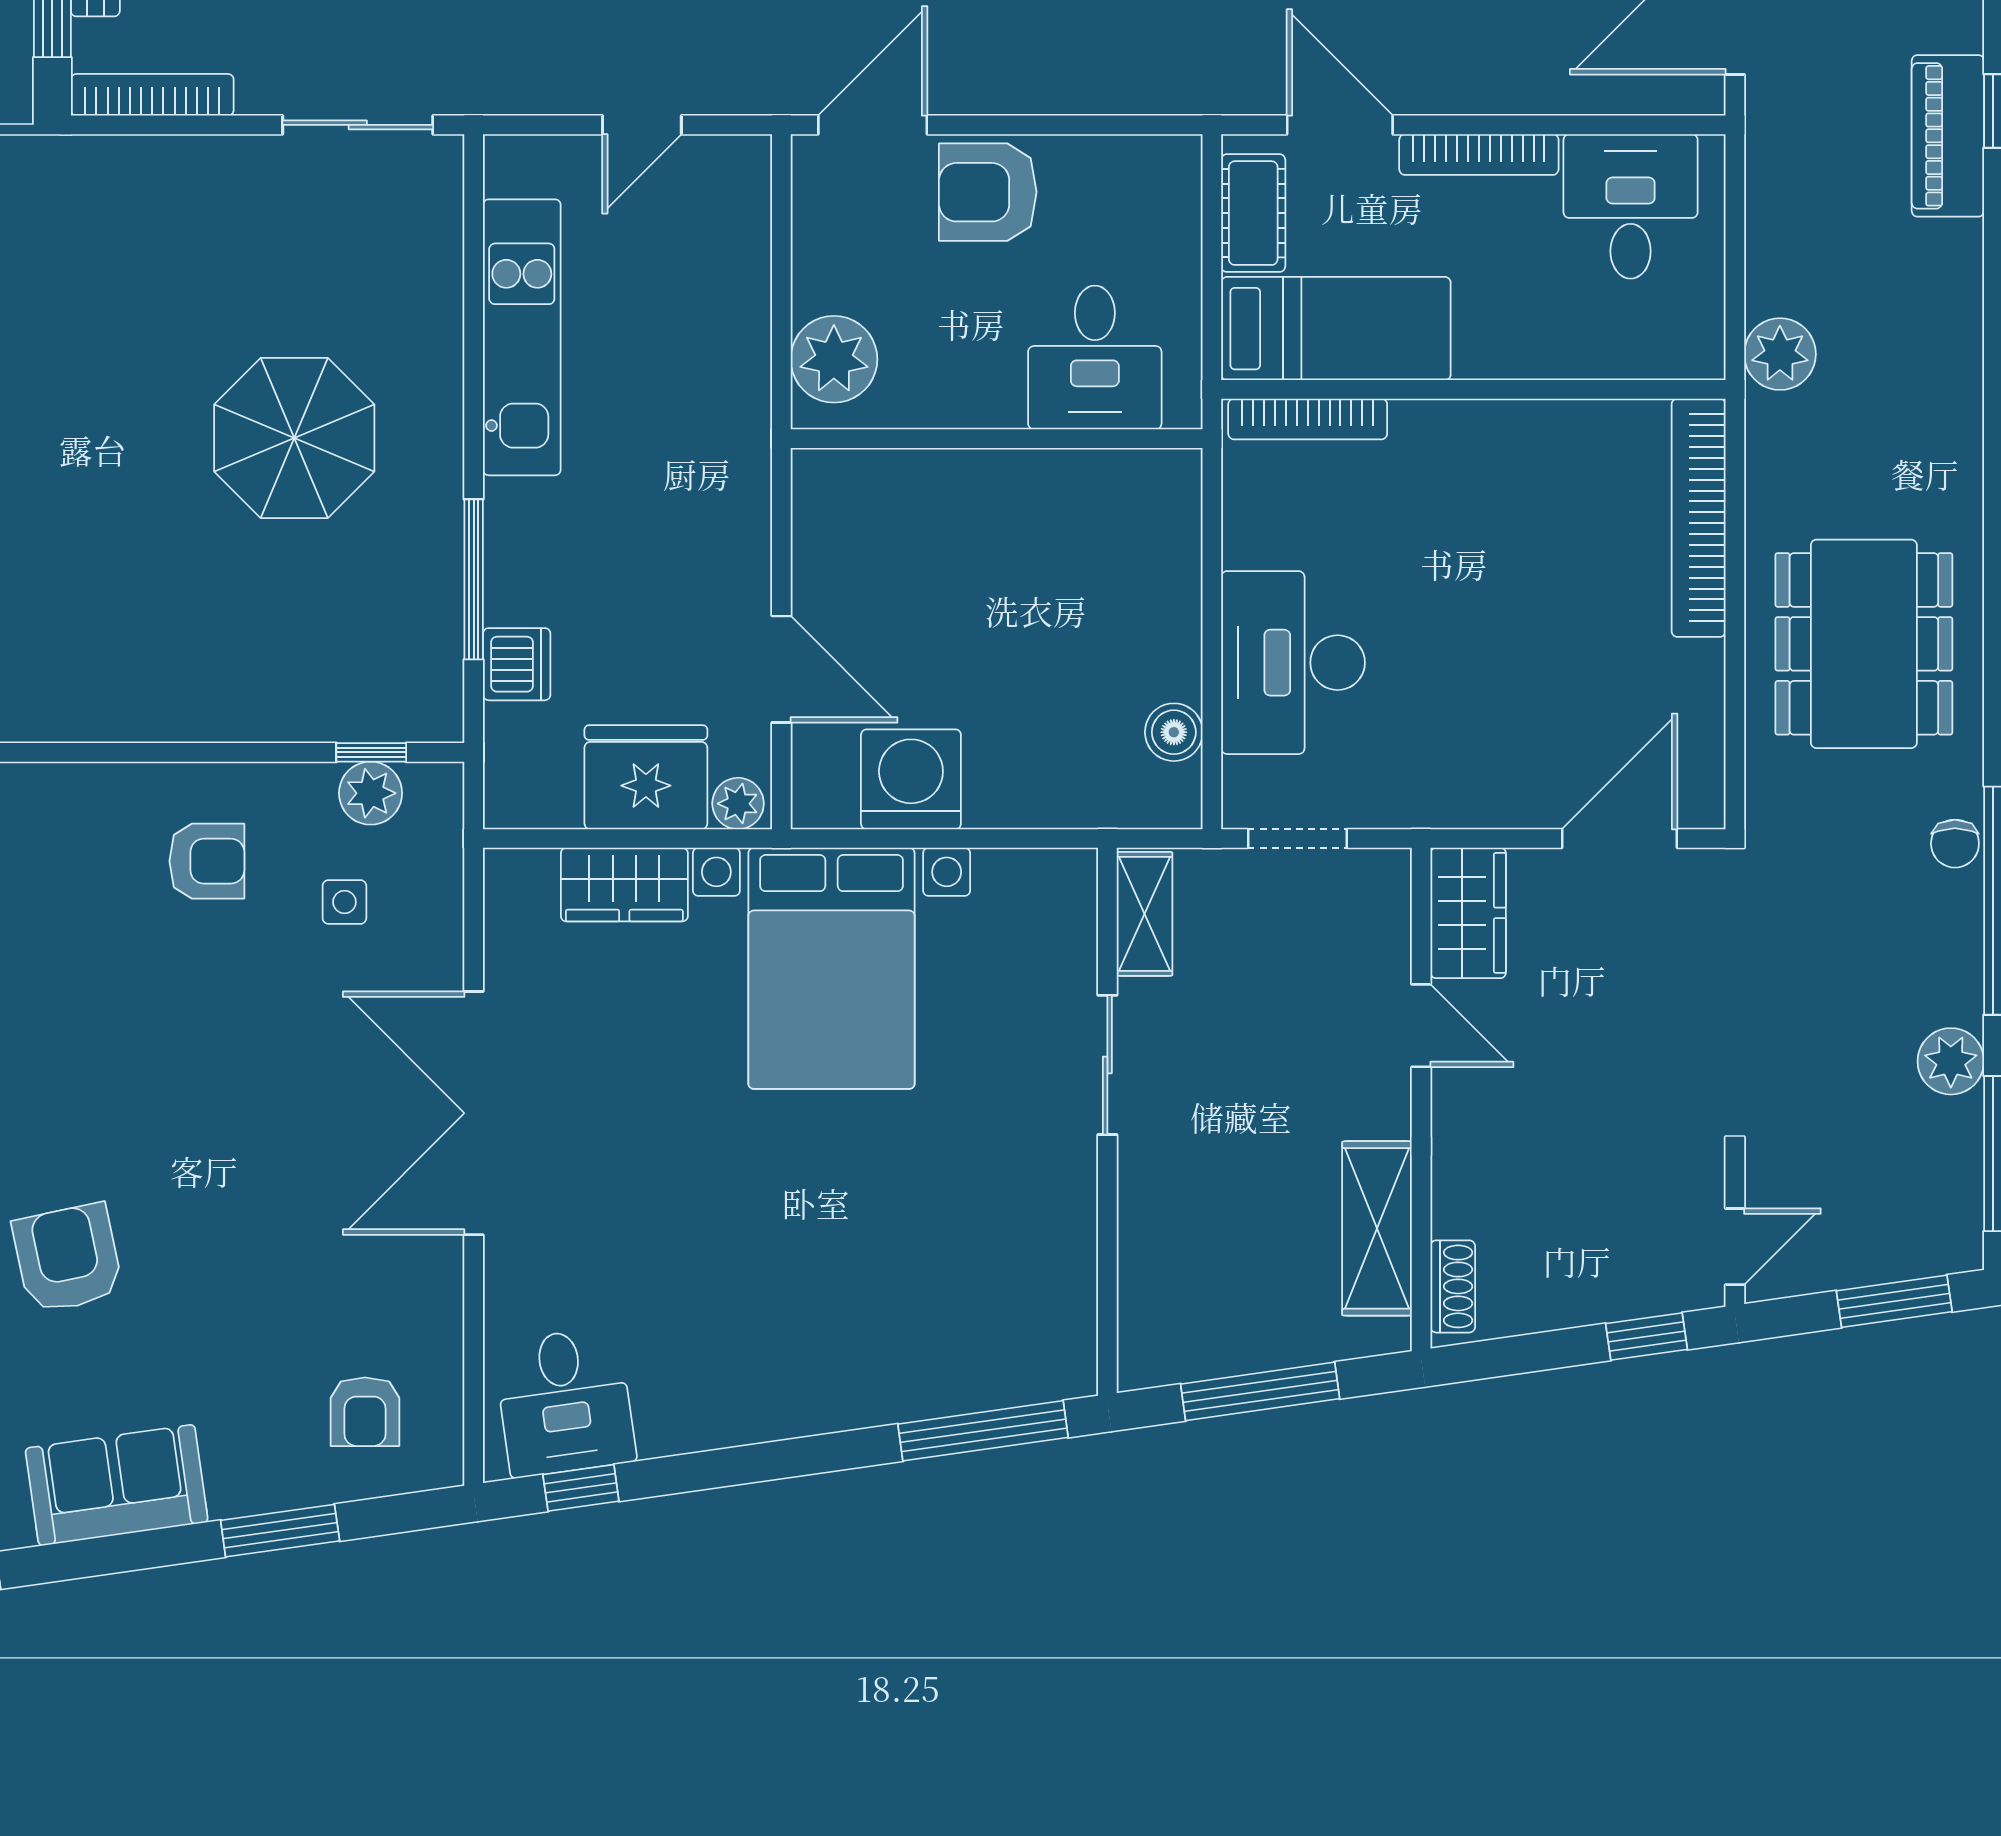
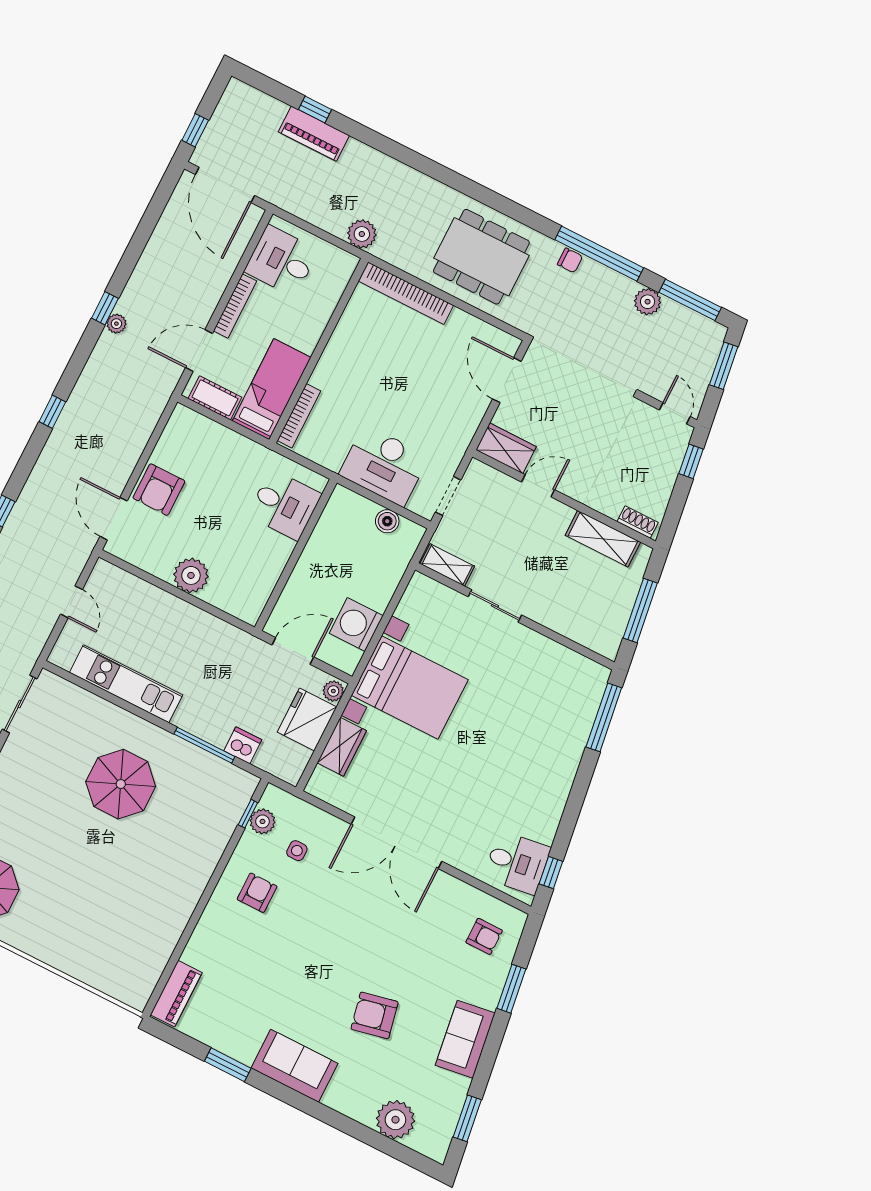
desk: (1095, 357) -> (284, 505), moved
wall: (997, 439) -> (296, 555), moved

